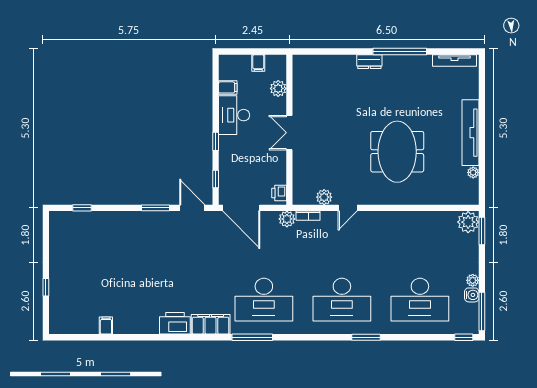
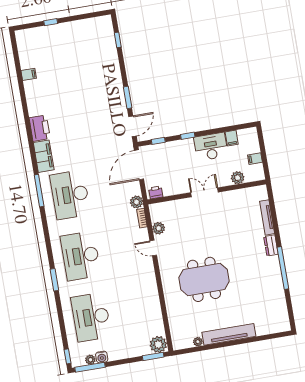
tv unit: (454, 60) -> (267, 217), moved
plant: (473, 280) -> (90, 360), moved

